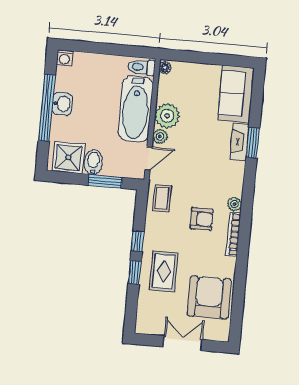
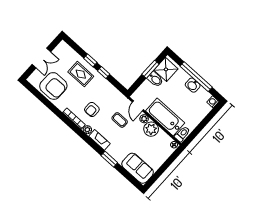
fireplace: (240, 142) -> (99, 140), moved
window: (105, 181) -> (150, 69), moved
coffee table: (162, 198) -> (120, 120), moved

